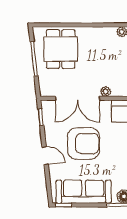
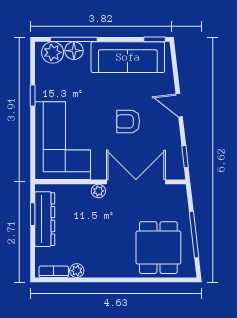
armchair: (83, 144) -> (128, 121), width x0.53, depth x0.53

